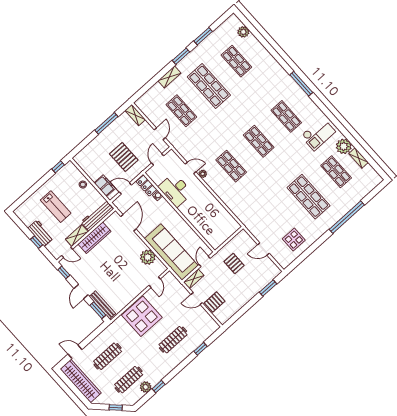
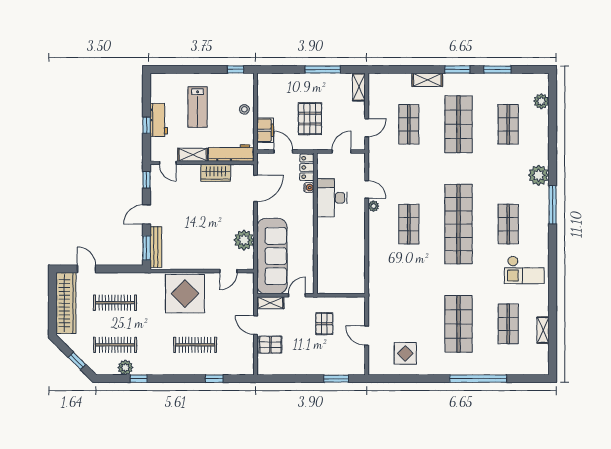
shop shelf: (259, 141) -> (459, 224), width x2.00, depth x1.36
plant: (344, 146) -> (539, 175), moved
wardrobe: (95, 238) -> (216, 173), width x0.67

